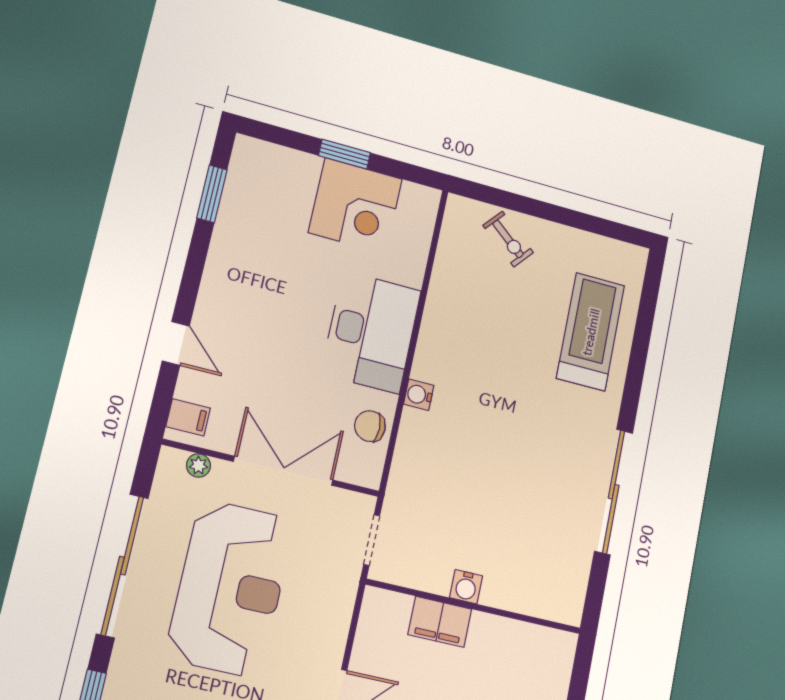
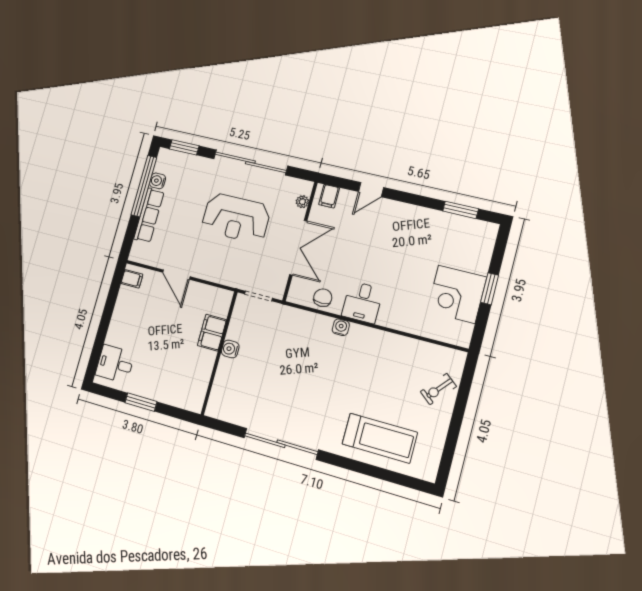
desk: (371, 332) -> (362, 302), width x0.53, depth x0.77
reception desk: (230, 588) -> (236, 218), width x0.74, depth x0.77

